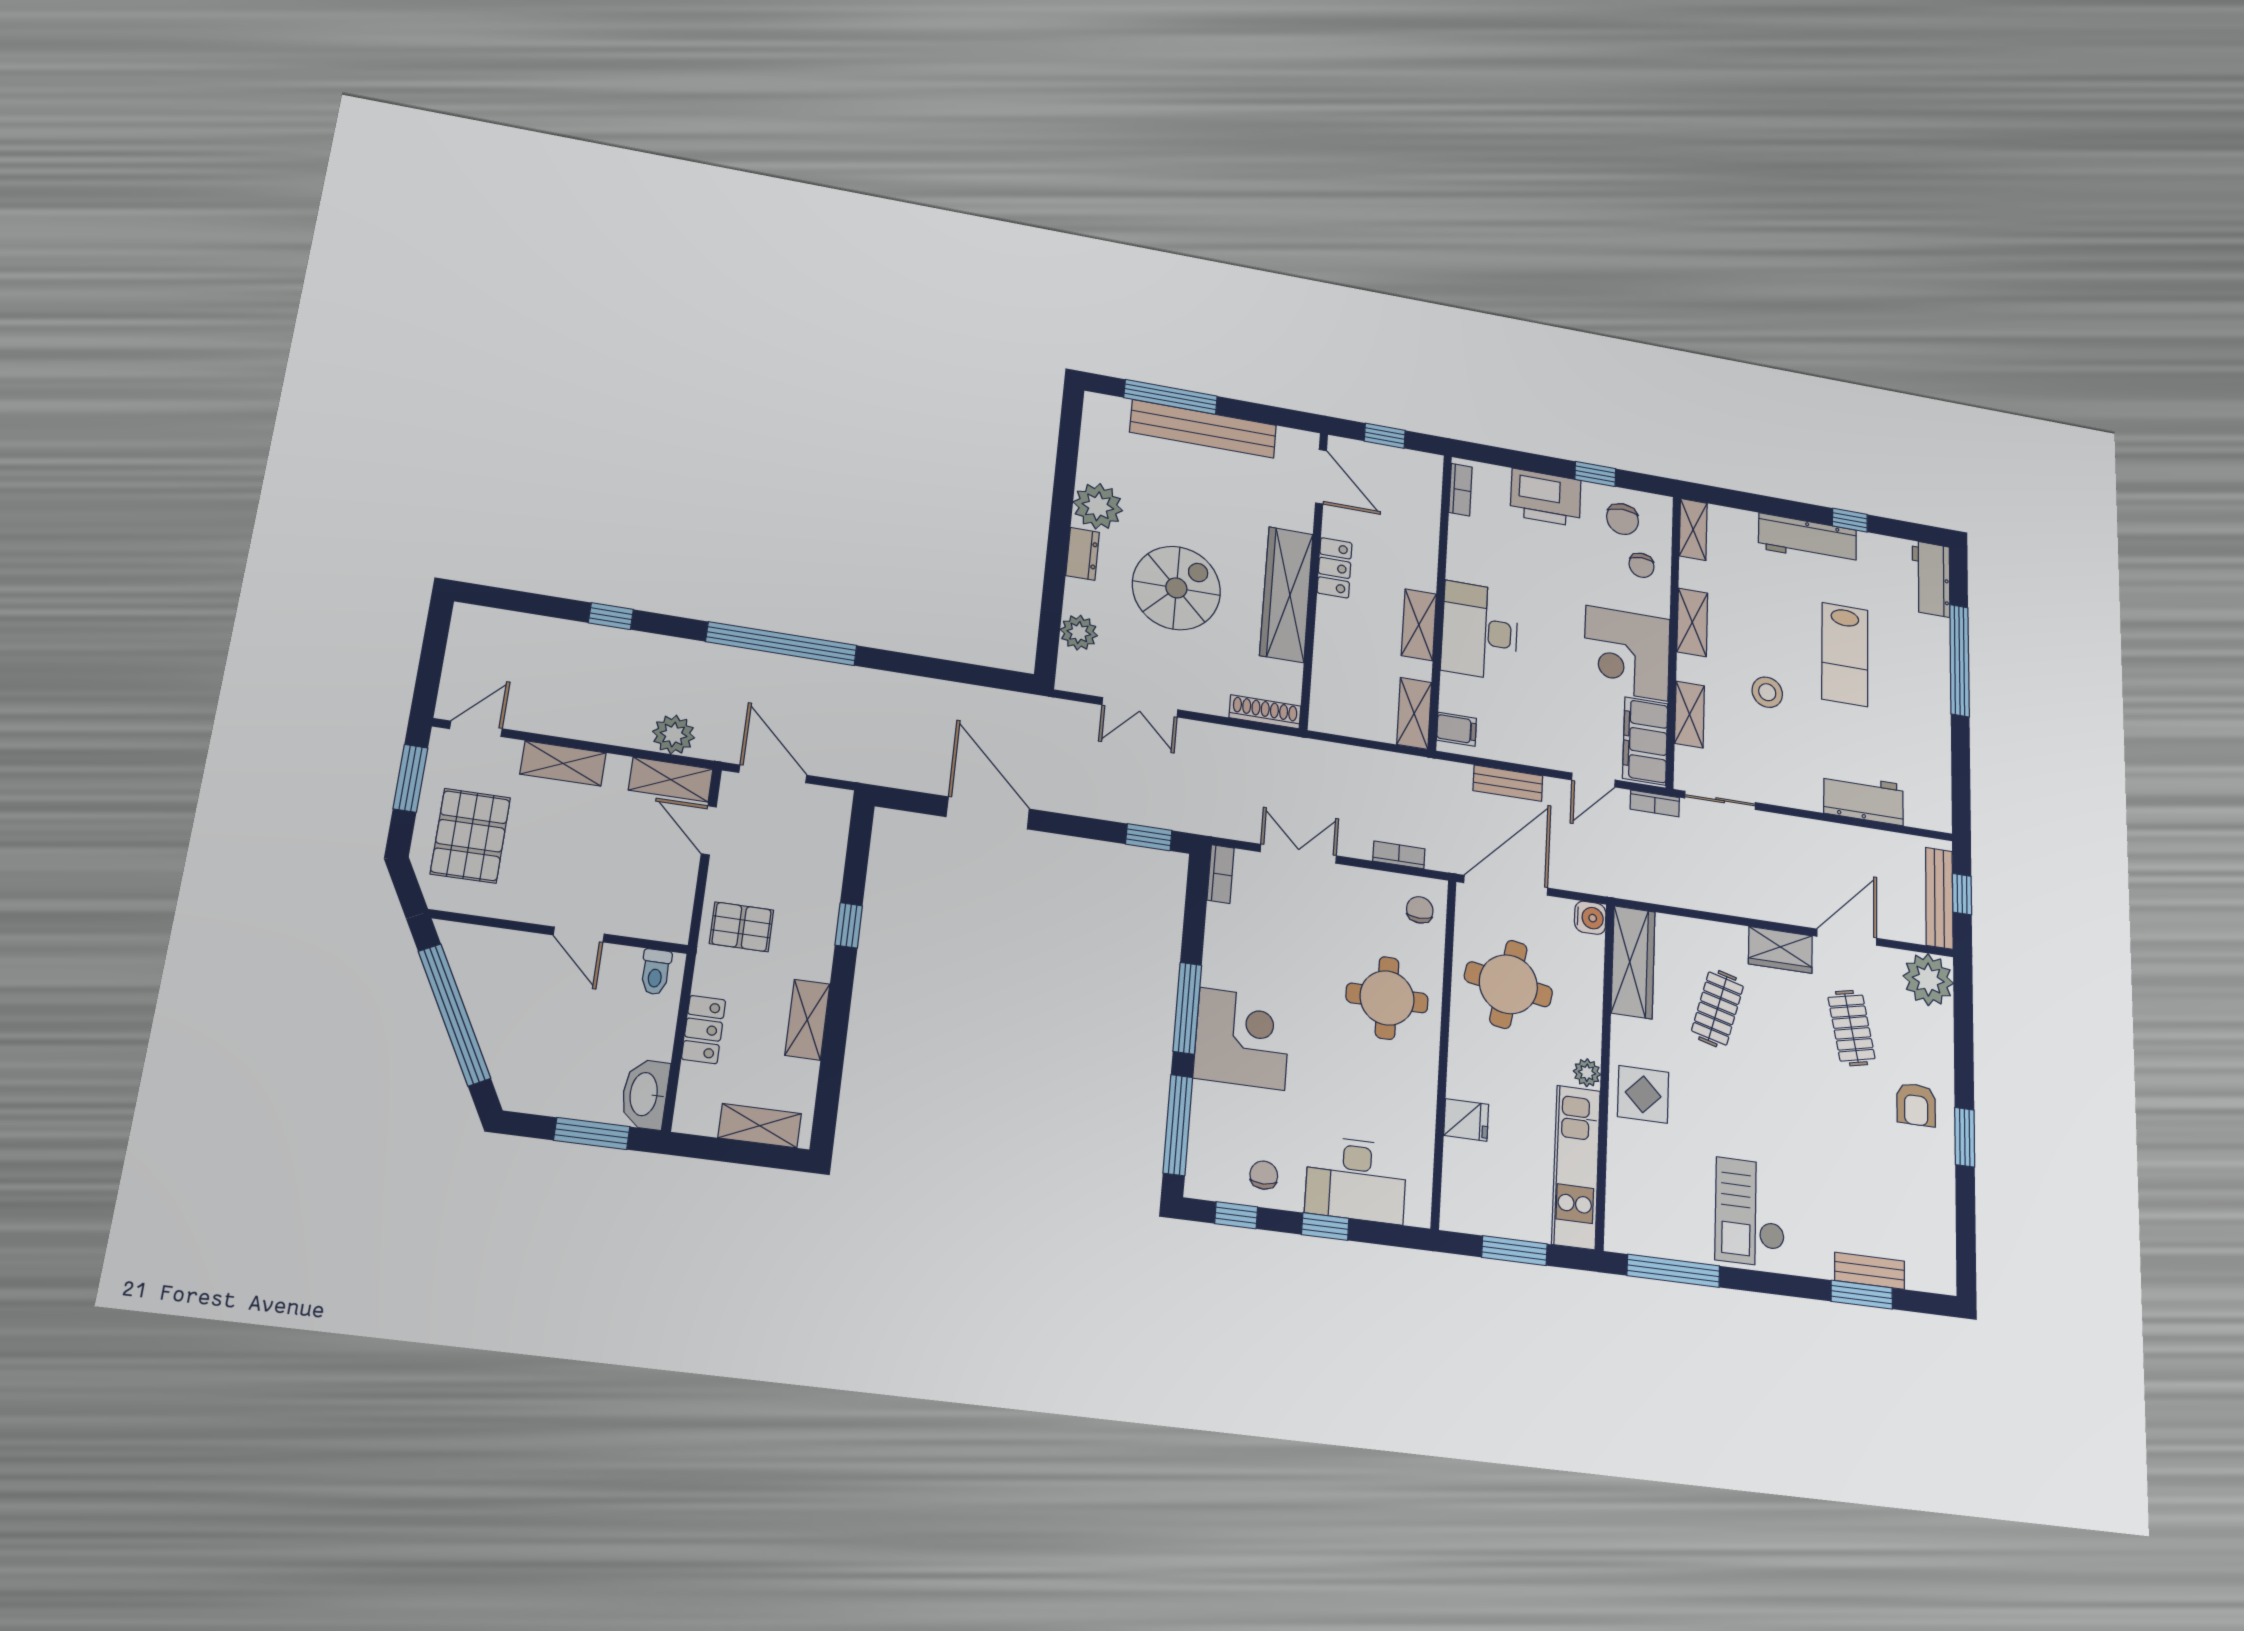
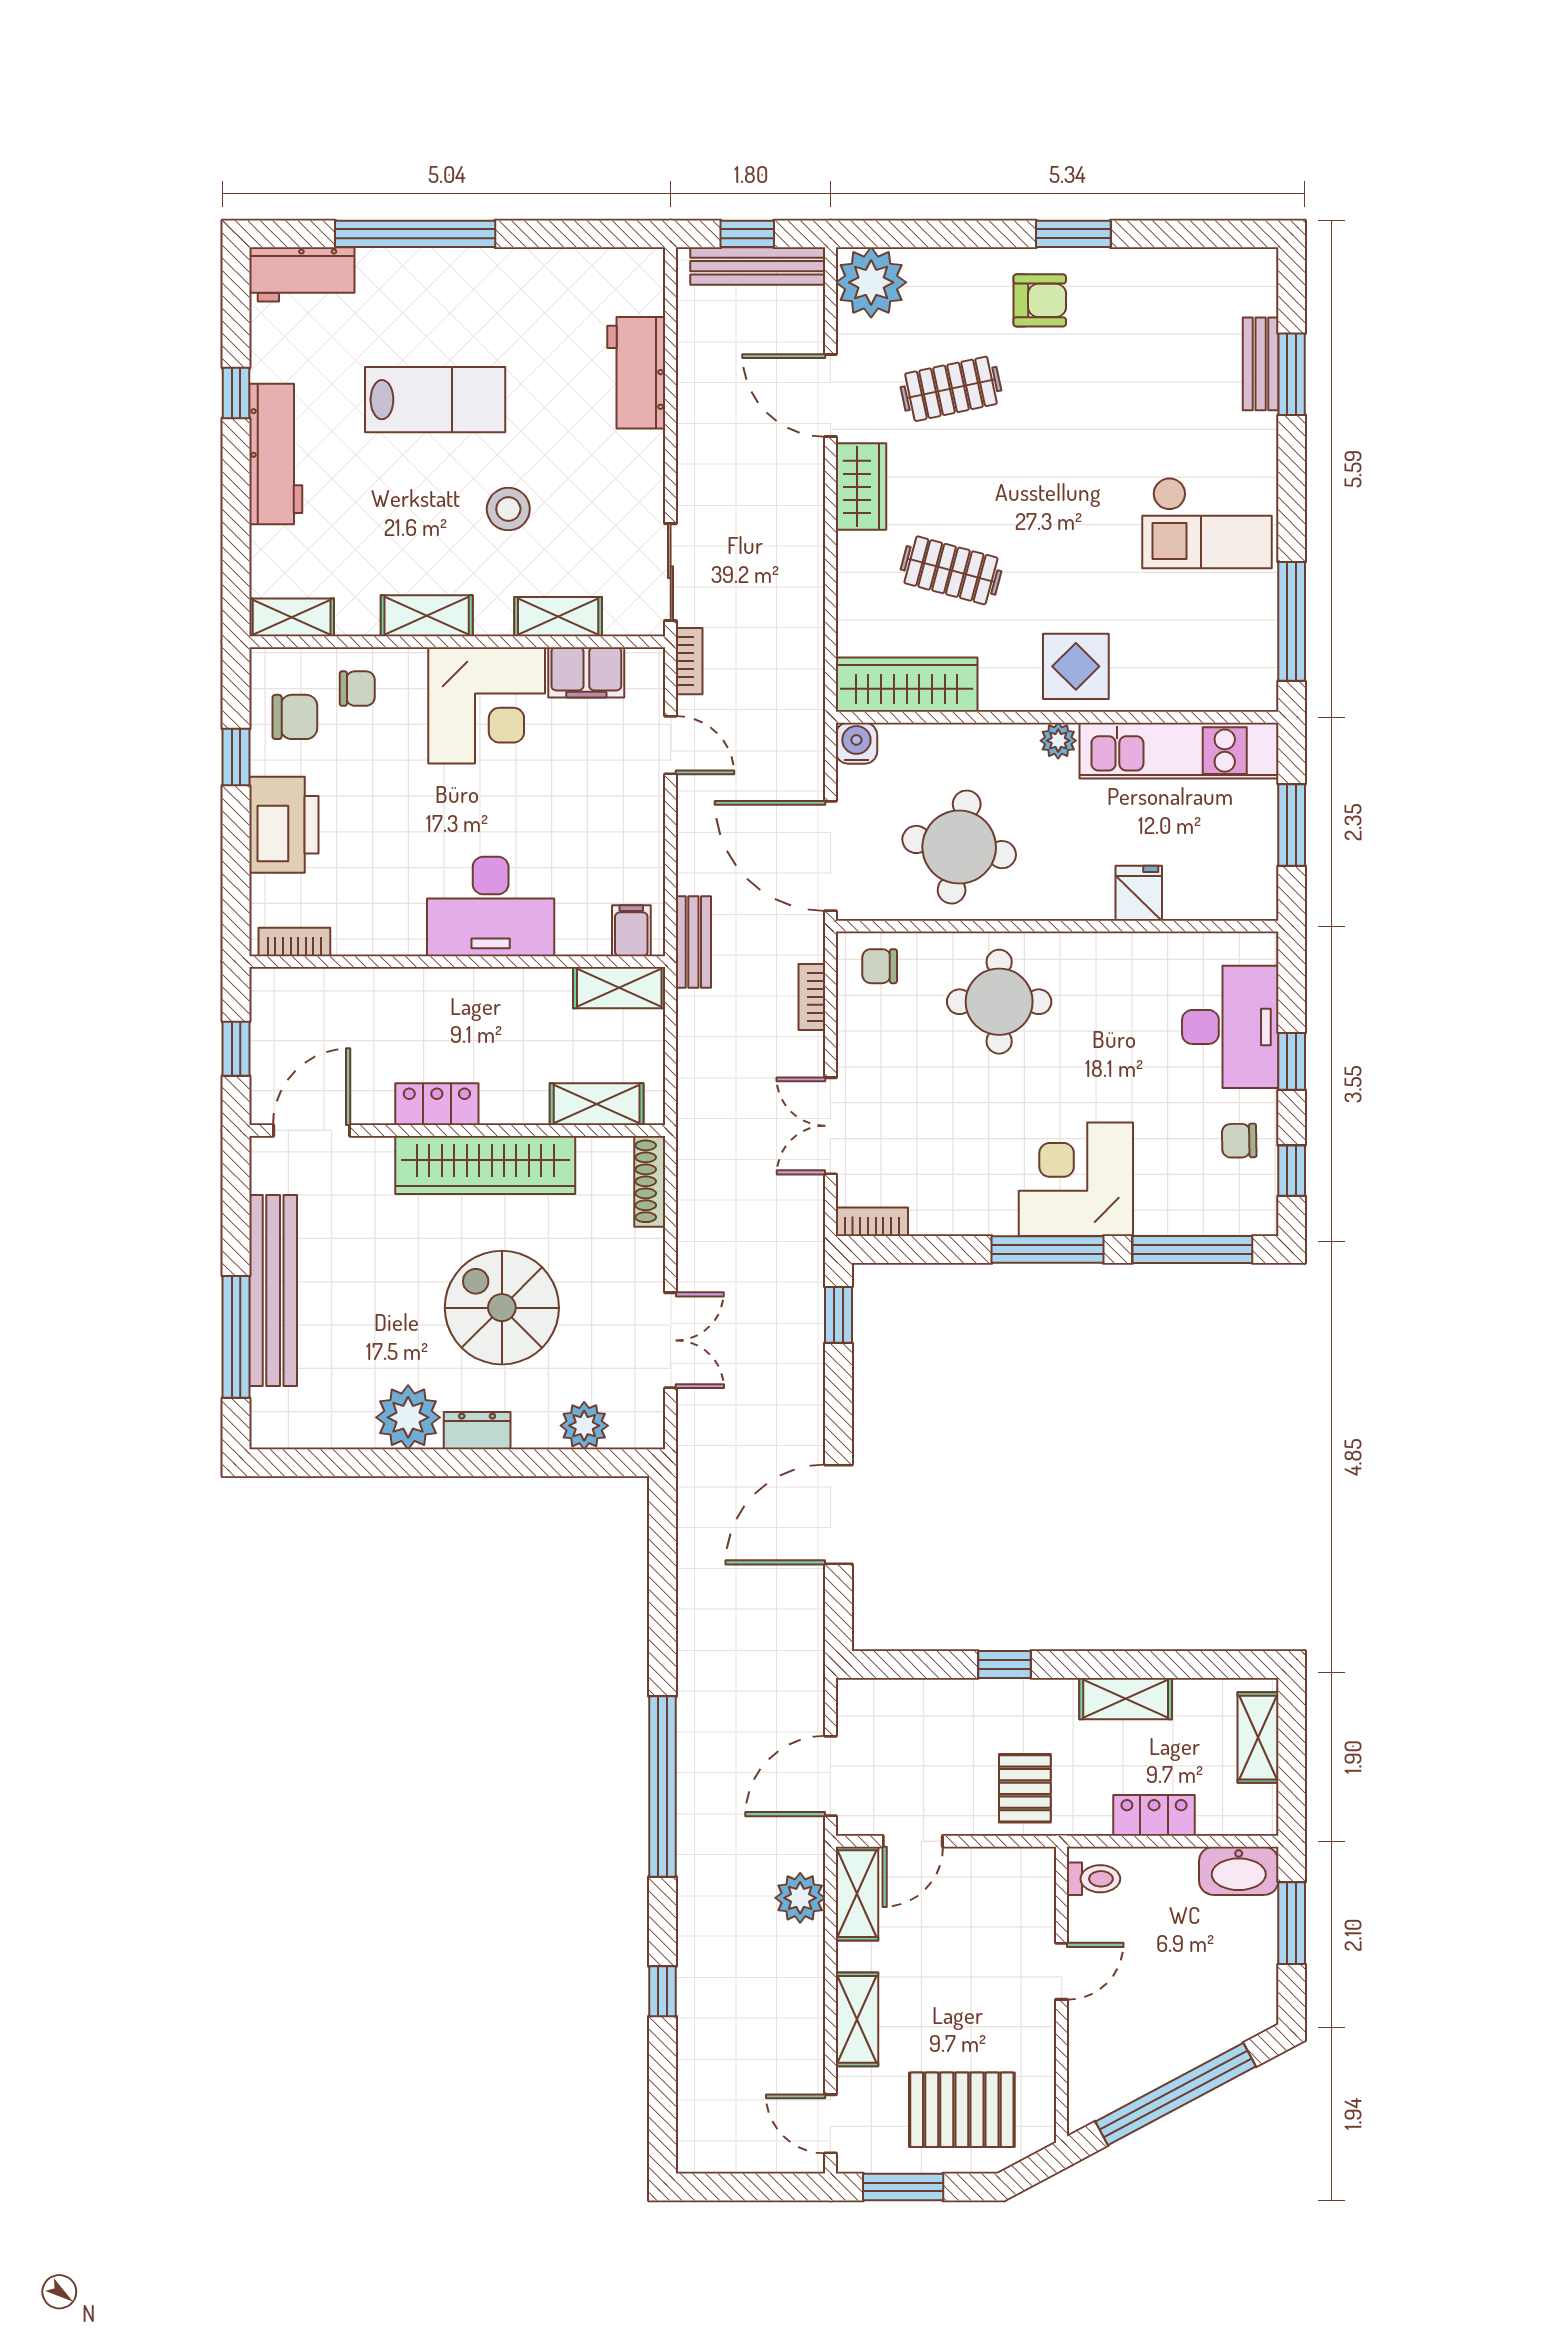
shelving: (1419, 625) -> (597, 1104), moved
filing cabinet: (1645, 741) -> (586, 672), width x0.67, depth x0.86
bench: (1508, 783) -> (693, 942), moved

